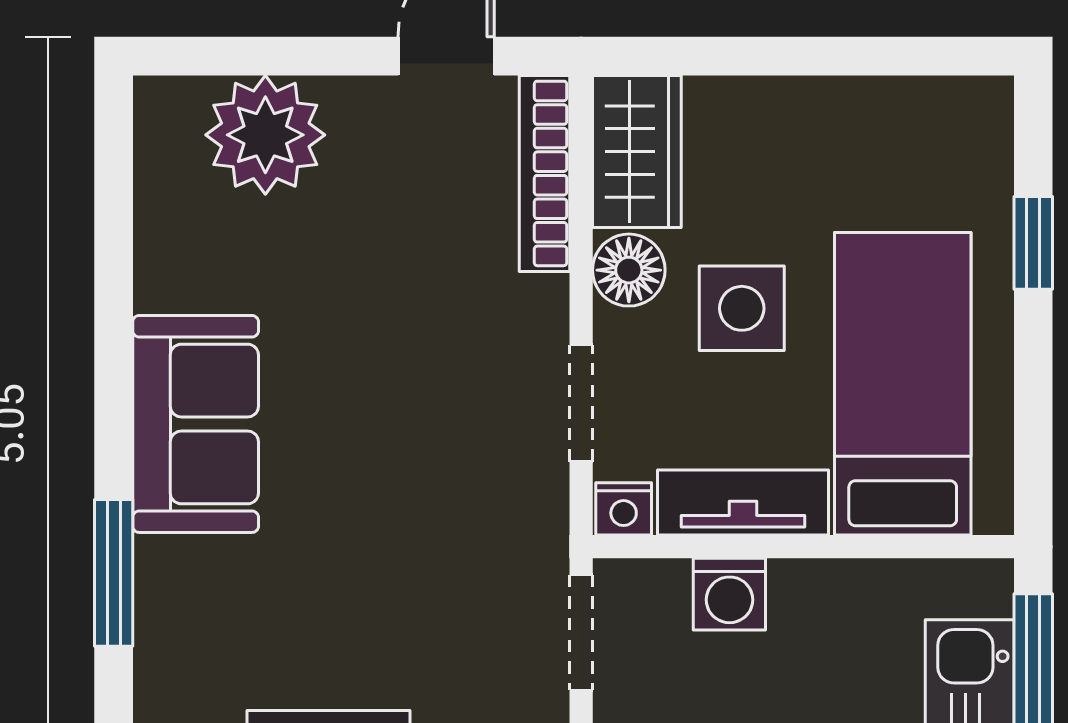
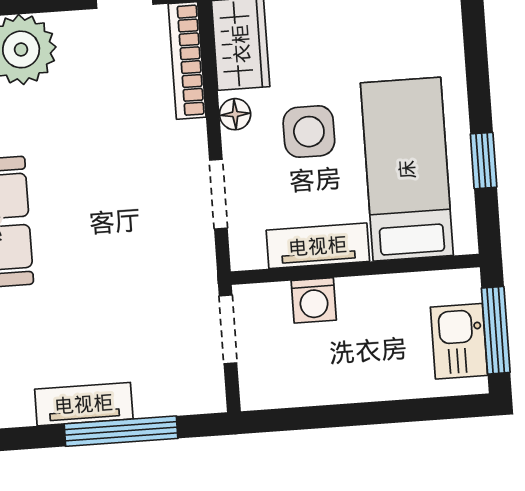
window: (1033, 243) -> (484, 161), moved
floor lamp: (629, 270) -> (235, 114), width x0.73, depth x0.73
nightstand: (624, 509) -> (248, 255), removed

